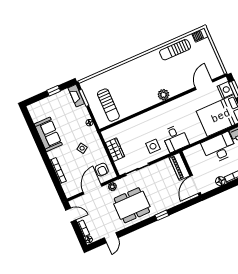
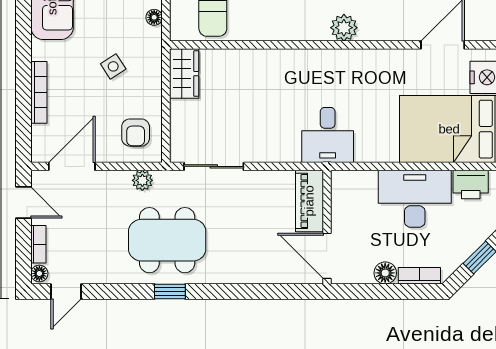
side table: (153, 146) -> (271, 131), removed
wardrobe: (115, 150) -> (184, 74), moved
door: (195, 184) -> (327, 256), hinge flipped
door: (92, 189) -> (72, 166), moved
window: (162, 215) -> (170, 292), moved
door: (111, 238) -> (66, 292), moved

